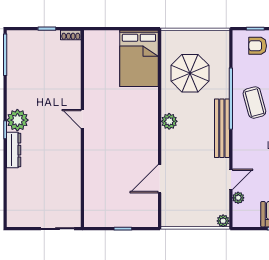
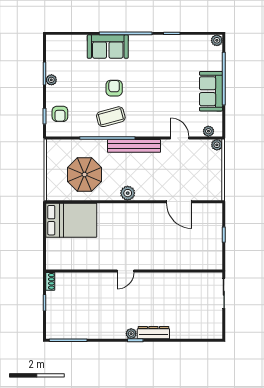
plant: (17, 120) -> (131, 334), width x0.53, depth x0.53
plant: (238, 198) -> (208, 131), moved

